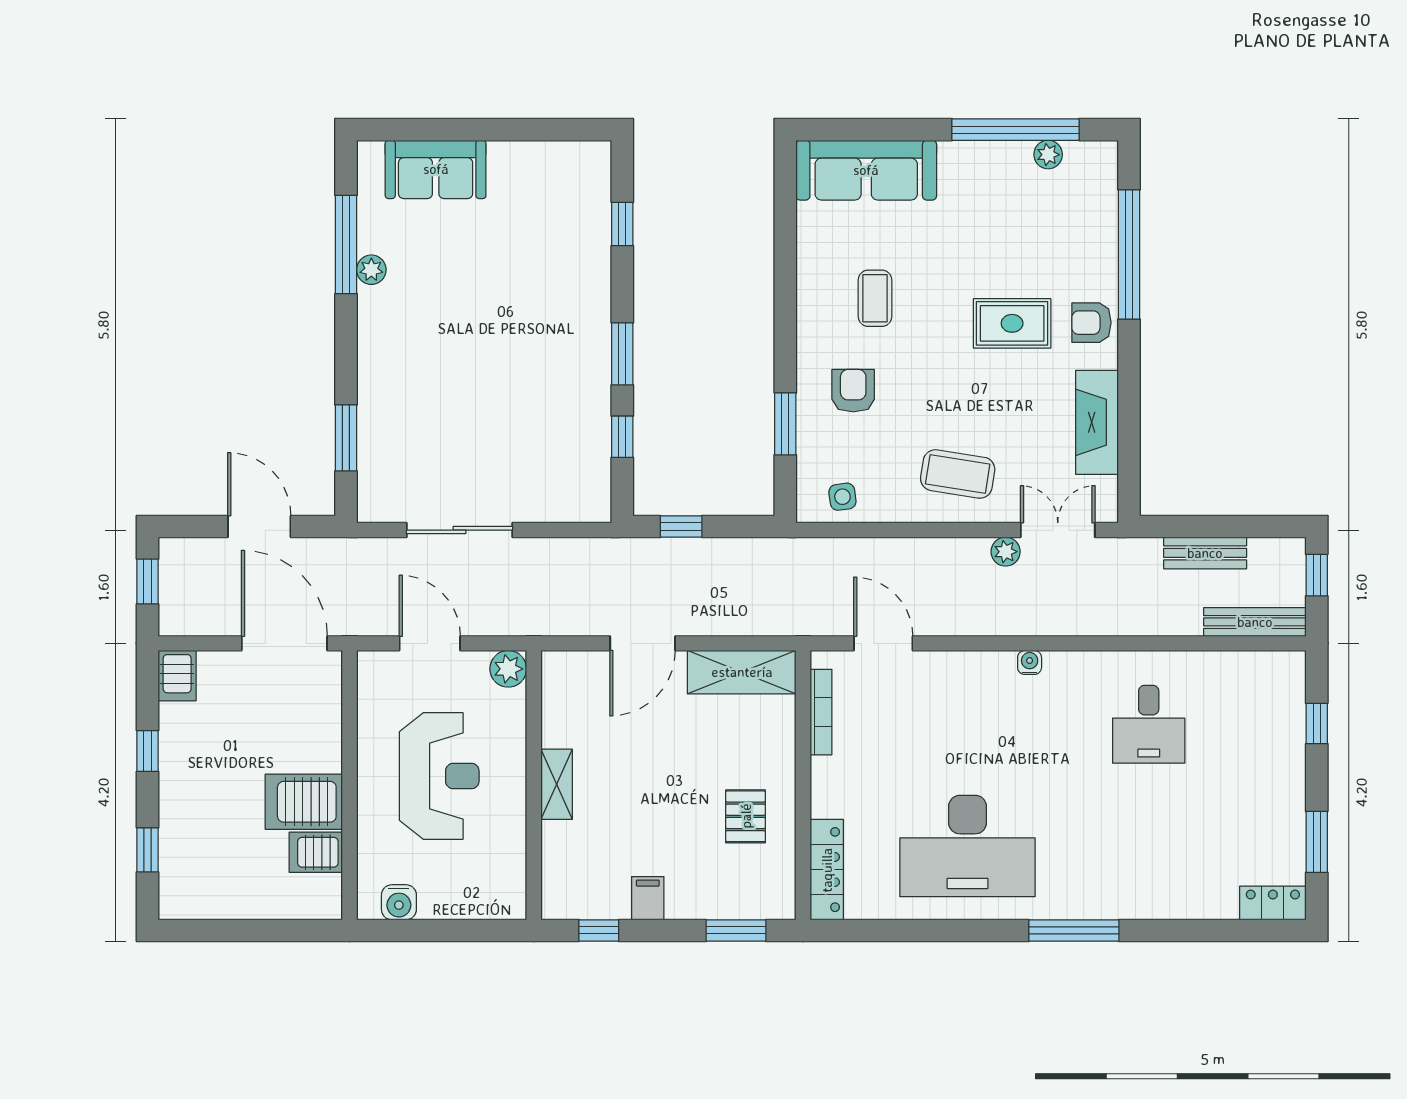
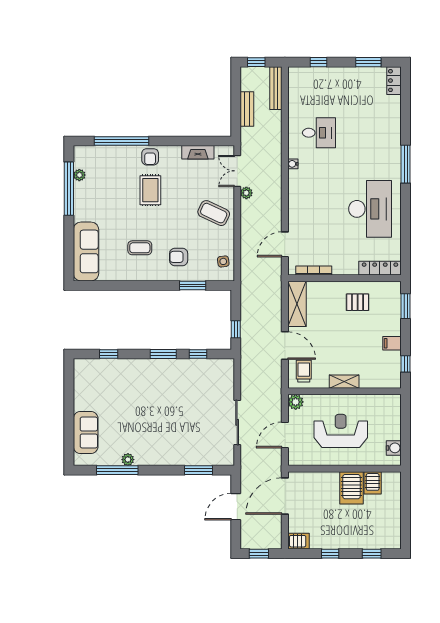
fireplace: (1097, 422) -> (198, 152), width x0.73, depth x0.76
coffee table: (958, 474) -> (214, 213), turned -74
water cooler: (1030, 662) -> (293, 164), moved
trolley: (582, 688) -> (304, 371), added

